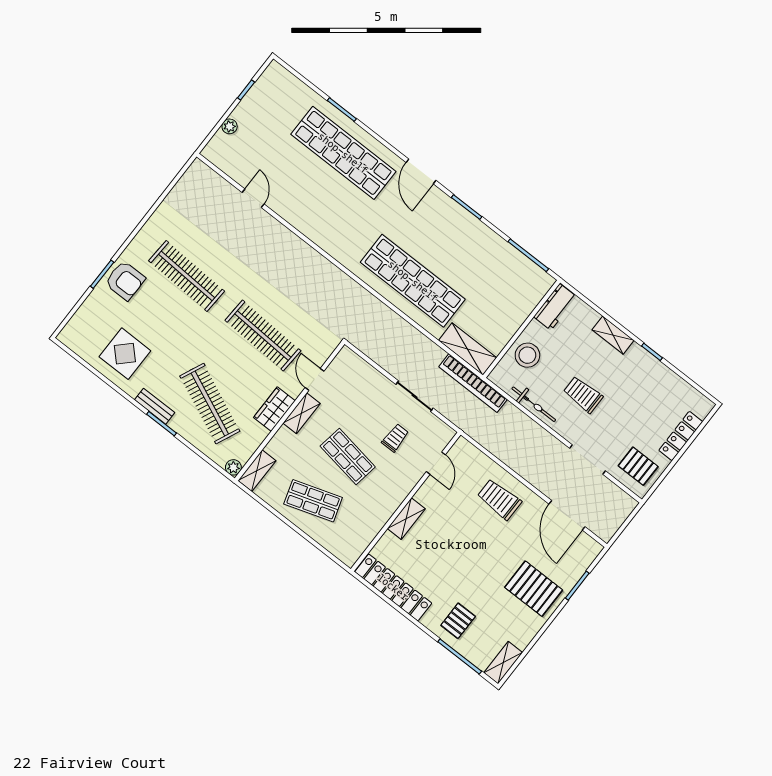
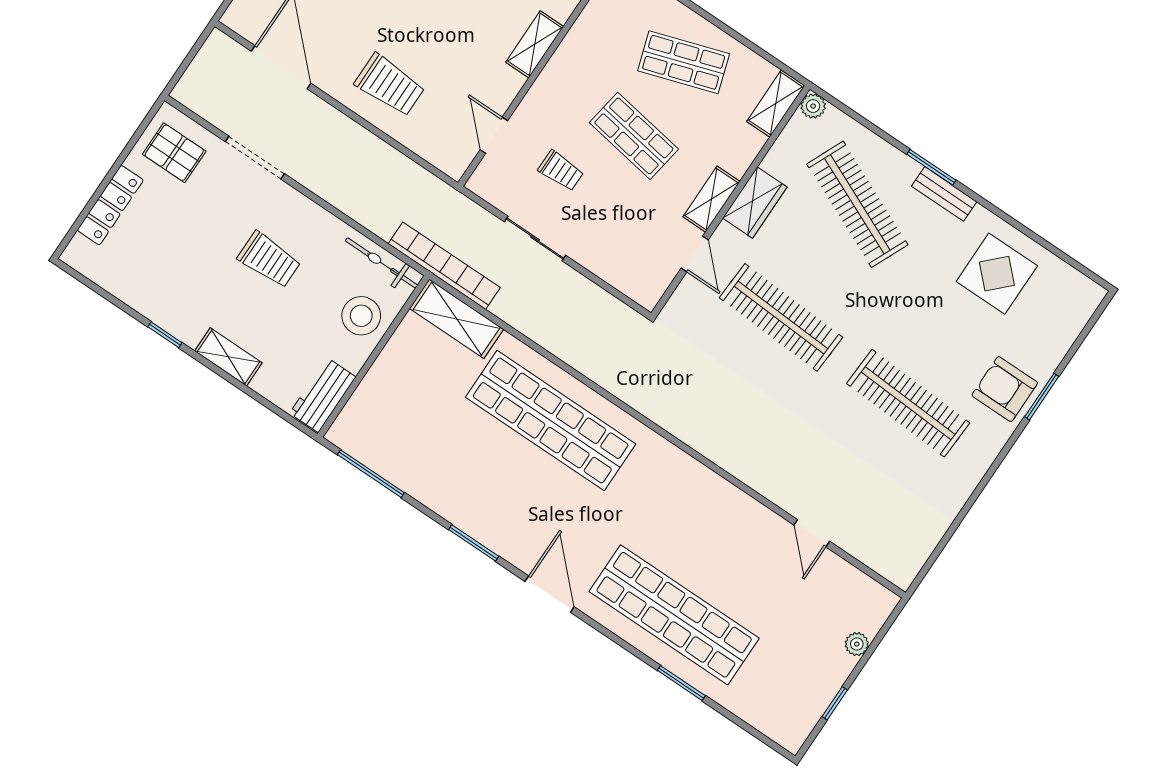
bicycle: (534, 404) -> (382, 263), moved
trolley: (395, 438) -> (561, 171), turned -90

